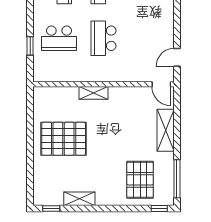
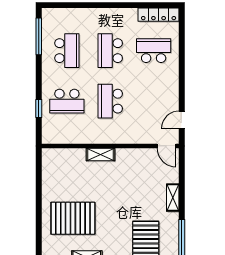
shelving: (166, 130) -> (173, 198), width x0.67, depth x0.75
pallet: (64, 139) -> (73, 218), moved

